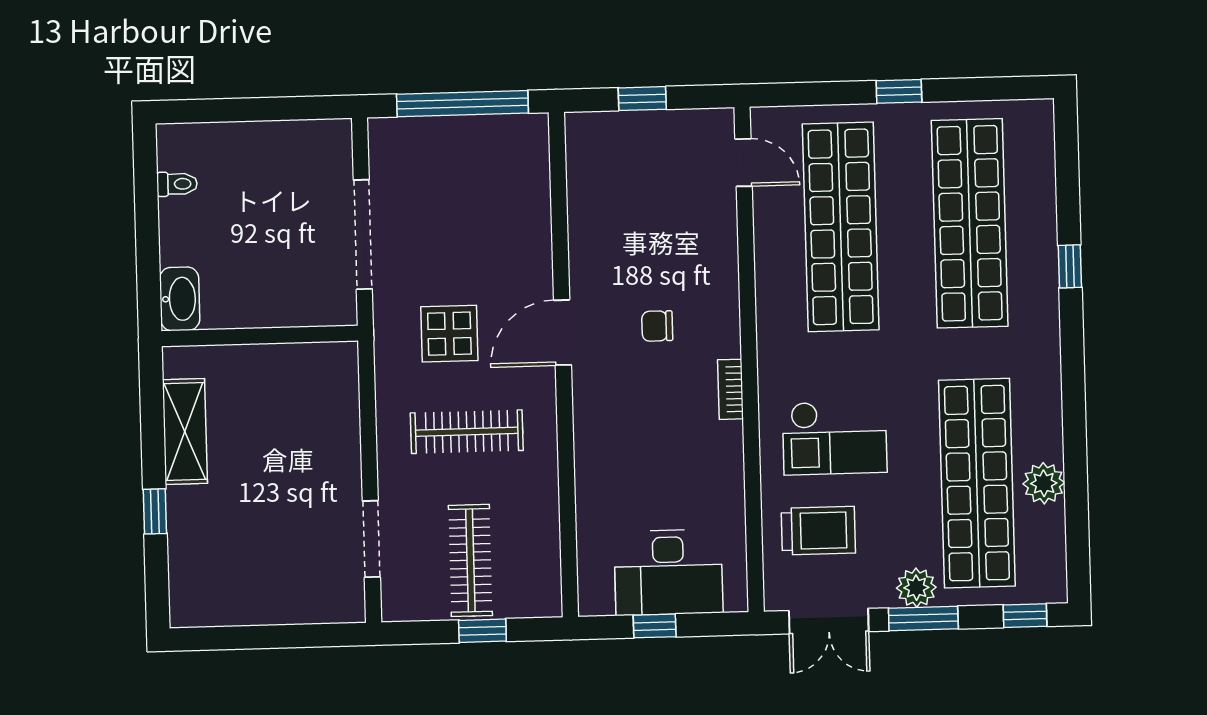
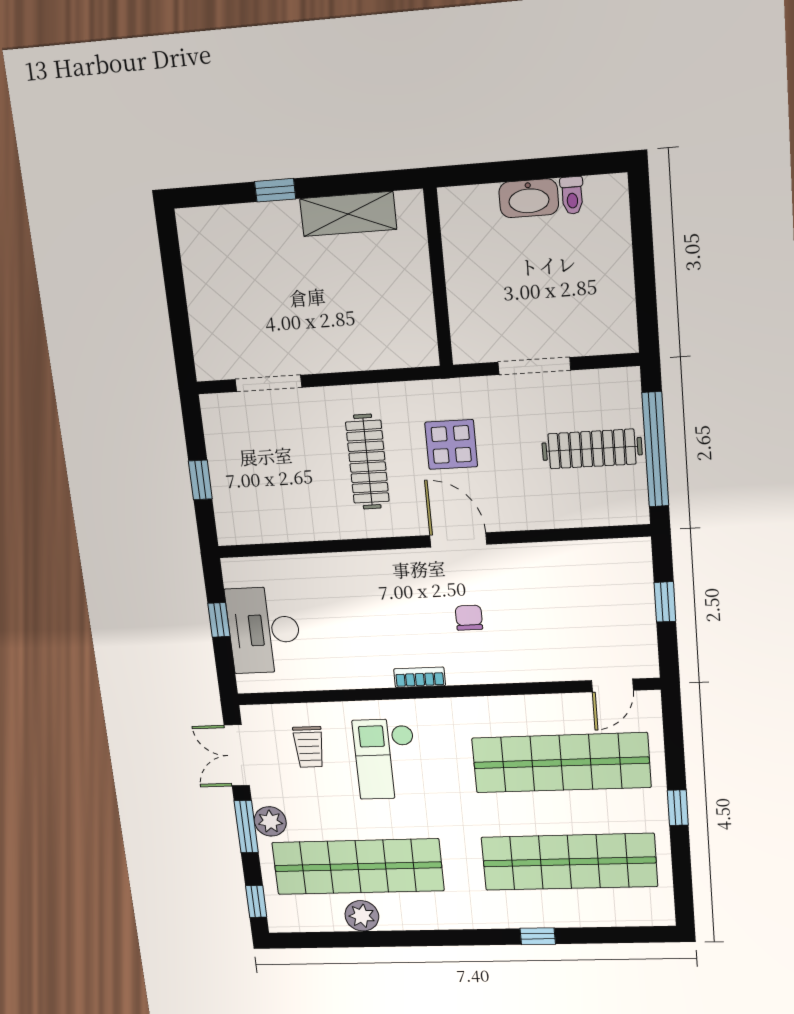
doorway: (363, 234) -> (534, 366), width x0.73
washbasin: (180, 299) -> (529, 198), moved
trolley: (818, 531) -> (309, 747), width x0.73, depth x0.72
clothes rail: (470, 560) -> (592, 449), moved

